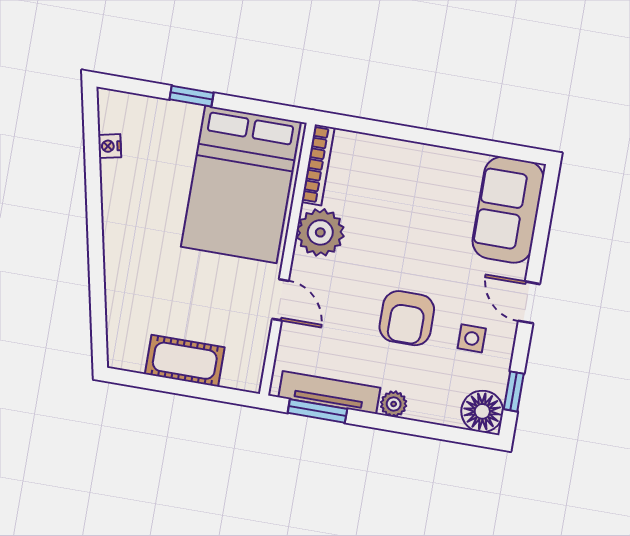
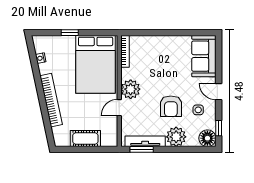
plant: (320, 232) -> (131, 89), moved
bookcase: (117, 253) -> (51, 100), added
door: (280, 300) -> (119, 108), swing flipped
plant: (394, 404) -> (176, 137), width x1.88, depth x1.88

